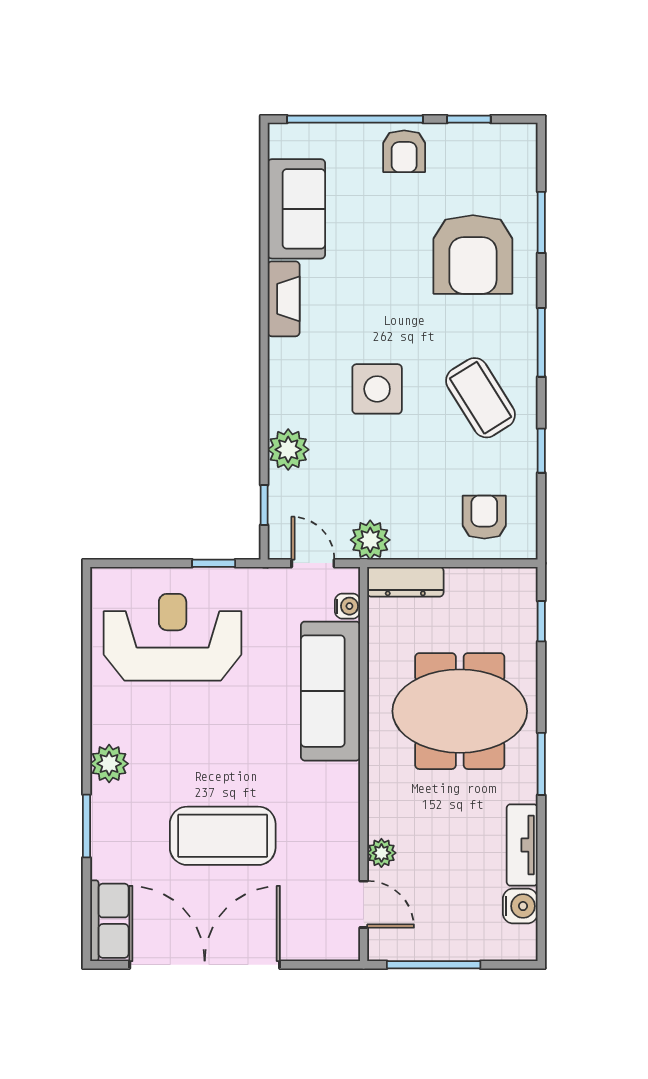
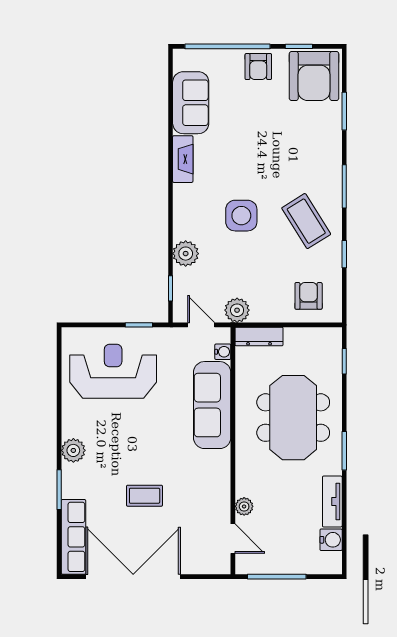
armchair: (473, 254) -> (314, 76), moved
meeting table: (460, 711) -> (293, 418), turned 90
coffee table: (223, 836) -> (145, 496), width x0.54, depth x0.58
row of seats: (109, 921) -> (73, 537), width x1.48

